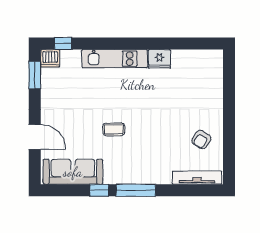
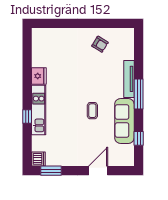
window: (63, 44) -> (27, 117), moved
sofa: (73, 172) -> (124, 121), moved
tv unit: (197, 178) -> (129, 79), moved
window: (99, 190) -> (139, 138), moved

